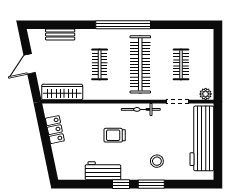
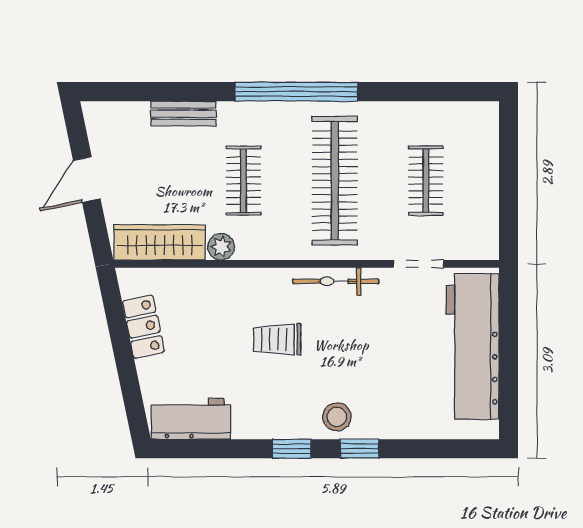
bench: (60, 34) -> (183, 114), moved
plant: (206, 94) -> (221, 247), moved
stool: (157, 161) -> (337, 417), moved
workbench: (103, 171) -> (191, 419), moved
window: (151, 184) -> (359, 449), width x0.67

